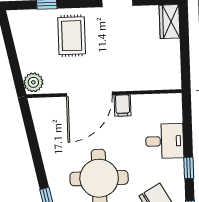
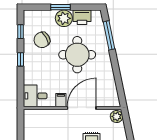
desk: (165, 141) -> (35, 96), moved

